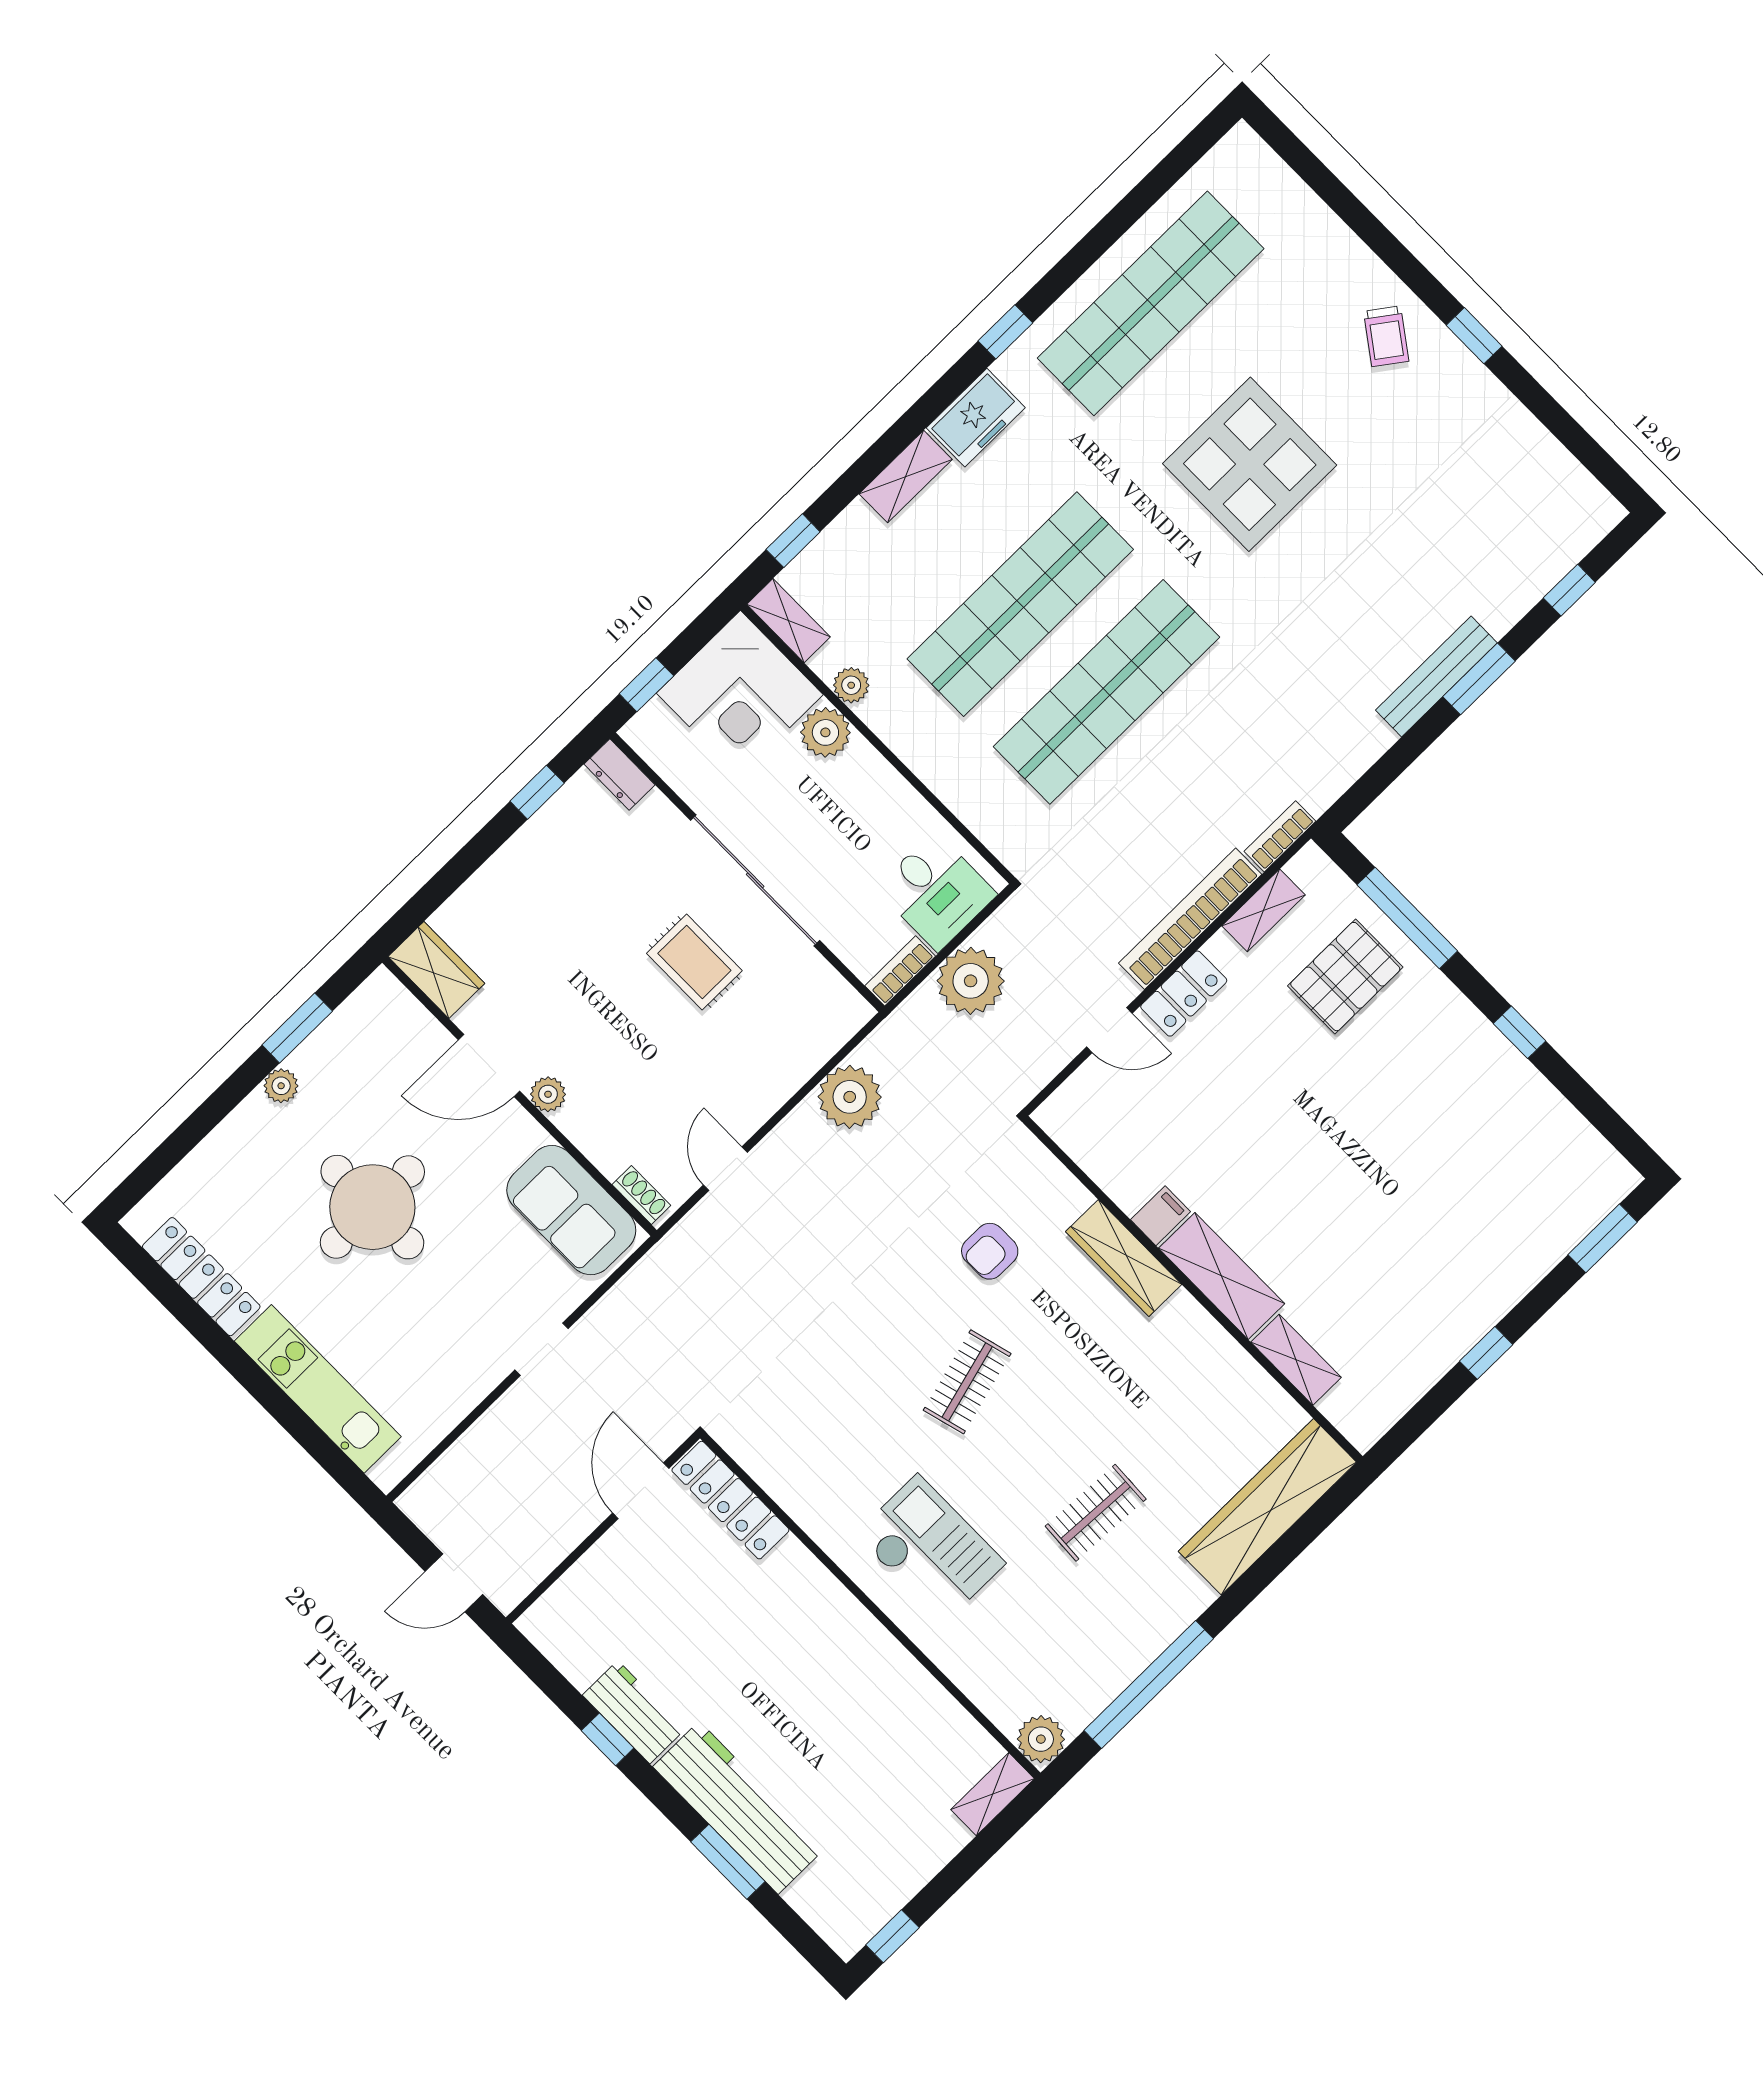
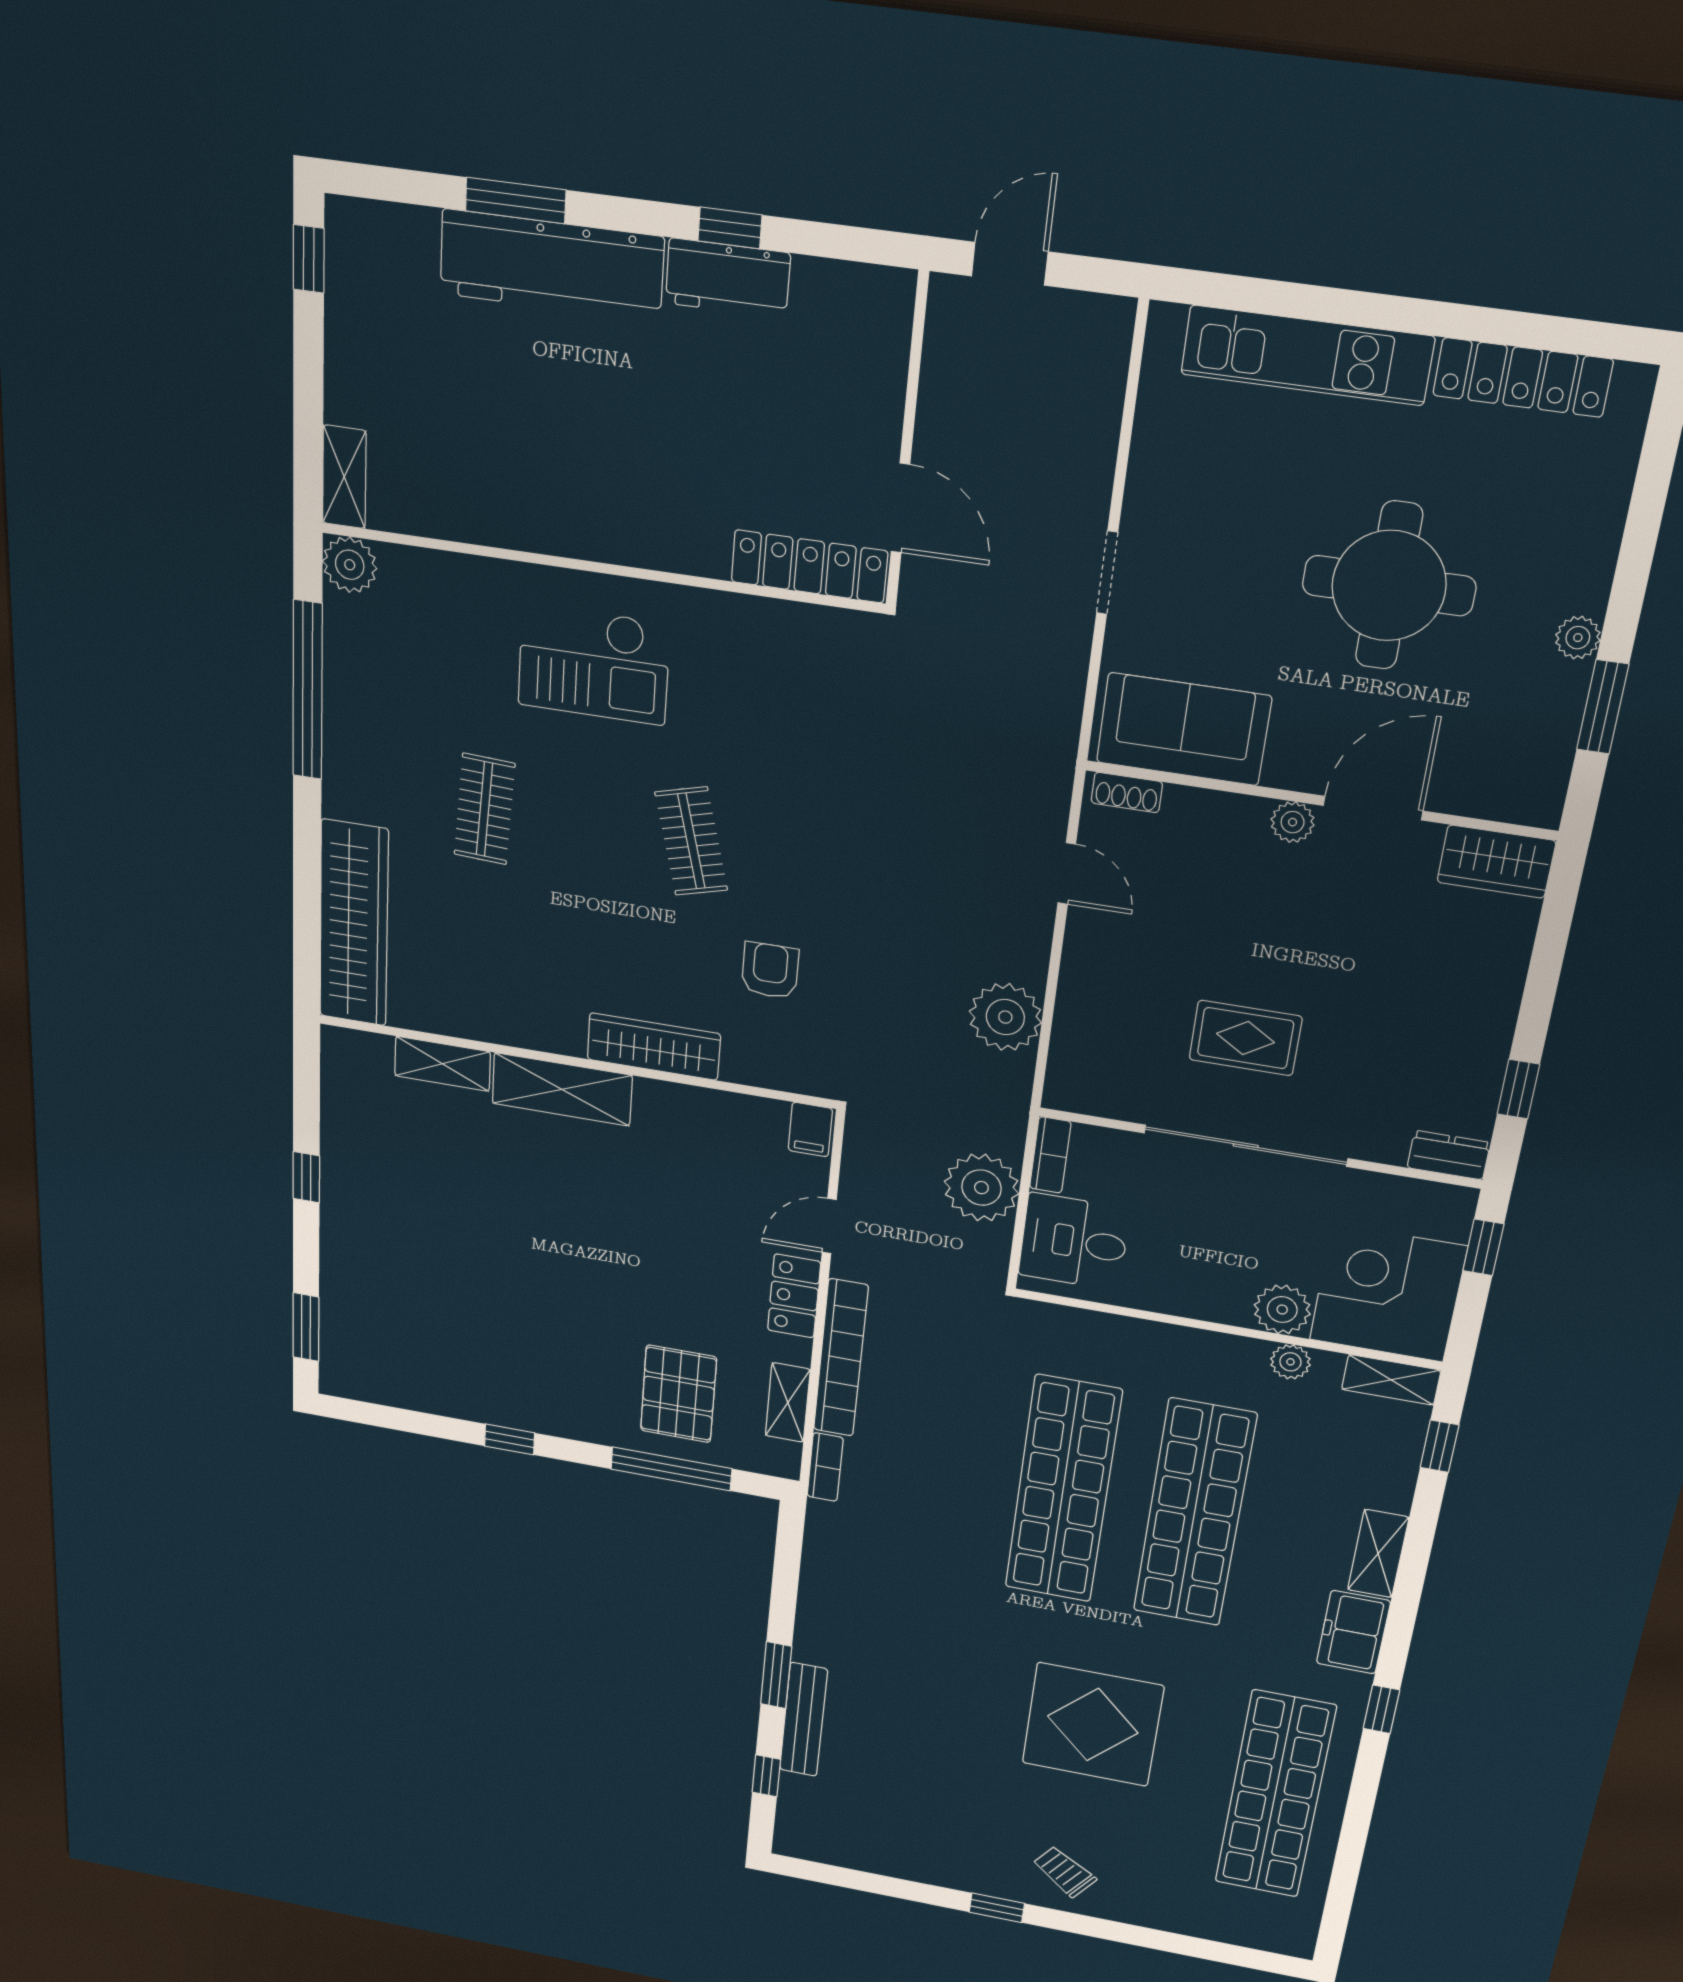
bench: (1436, 676) -> (803, 1720), moved
filing cabinet: (1161, 1216) -> (810, 1130), moved

